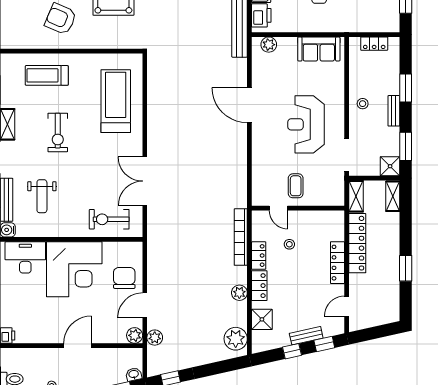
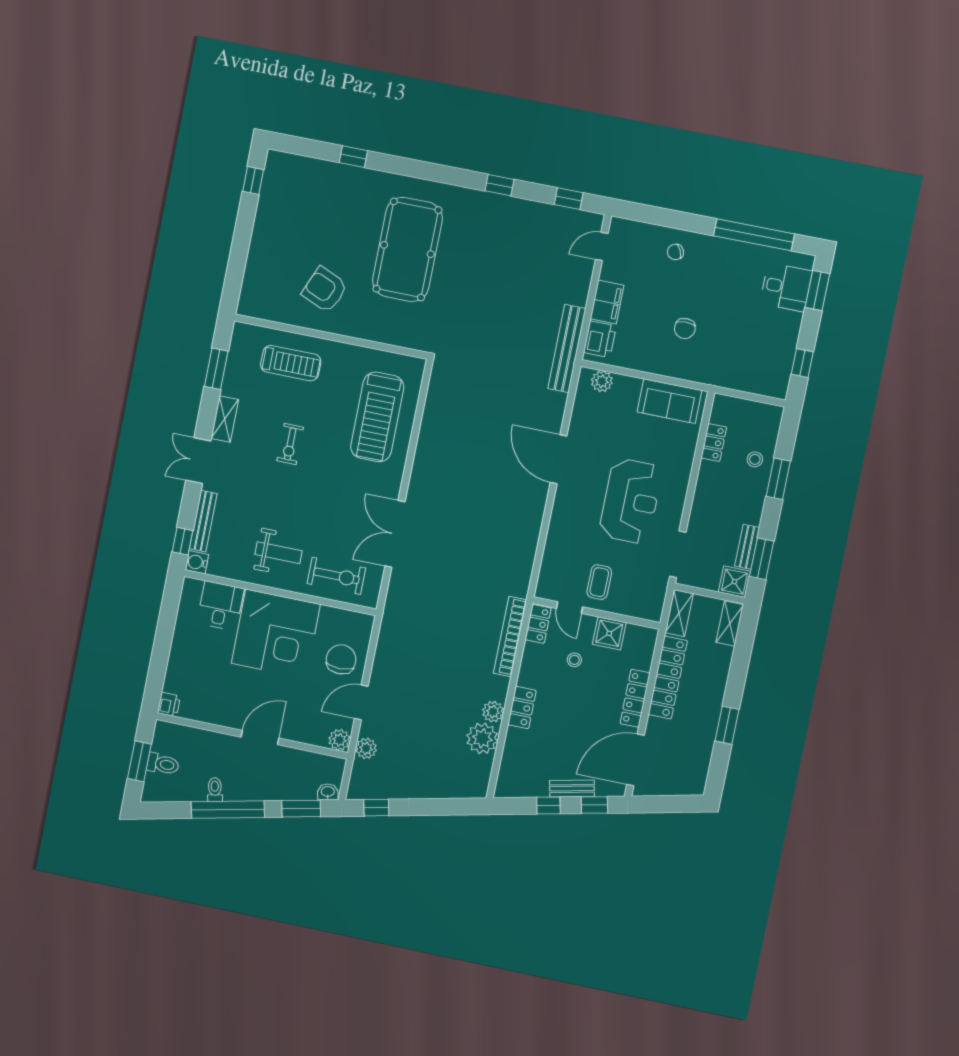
locker: (374, 44) -> (714, 443), moved, turned -90
treadmill: (47, 75) -> (291, 363), turned 180
treadmill: (116, 101) -> (377, 417), turned 180
stool: (363, 104) -> (755, 459), moved
bench: (394, 111) -> (747, 547), moved
reception desk: (306, 124) -> (631, 501), turned 180
exercise bike: (58, 133) -> (290, 444), width x0.73, depth x0.72
weight bench: (42, 196) -> (278, 553), moved, turned -90
exercise bike: (109, 219) -> (336, 576), turned 180
locker: (259, 256) -> (538, 624), moved
desk: (25, 257) -> (221, 606), width x0.73
door: (347, 306) -> (635, 760), width x1.88
shower: (262, 319) -> (609, 633), moved
plant: (236, 339) -> (482, 738), moved

